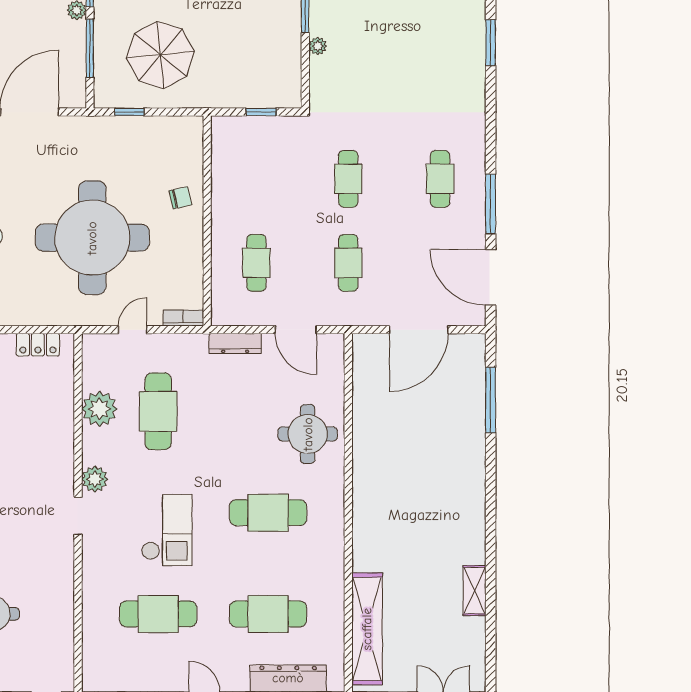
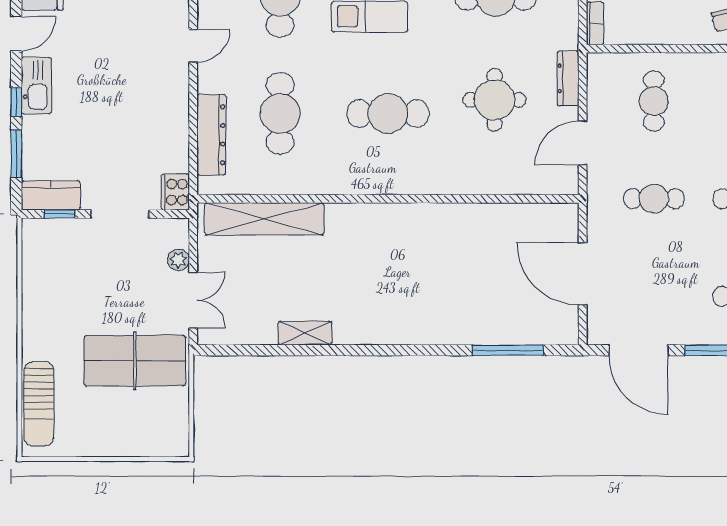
cafe table: (256, 263) -> (654, 101), turned 90
door: (491, 277) -> (638, 350), swing flipped
round table: (308, 434) -> (494, 100), moved
cafe table: (268, 513) -> (388, 113), turned 90

